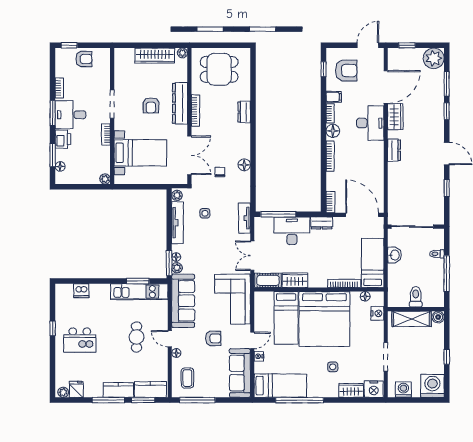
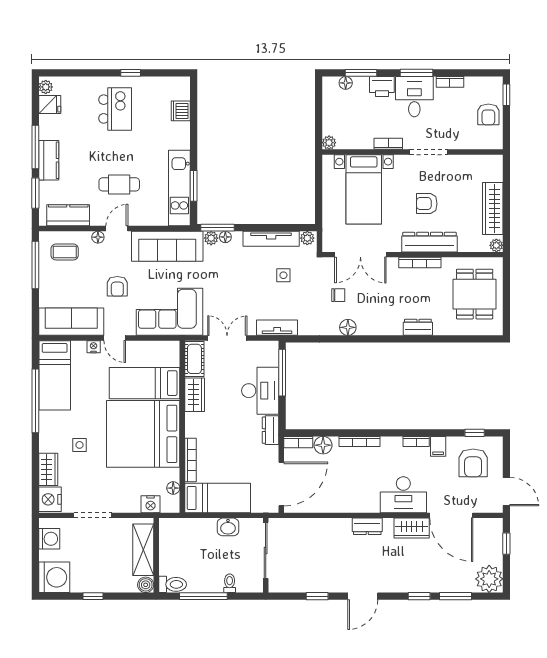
floor lamp: (333, 131) -> (323, 445), moved
toilet: (416, 297) -> (173, 584), moved
kitchen island: (80, 340) -> (115, 109), turned 180
kitchen counter: (150, 389) -> (68, 215), moved, turned -90

